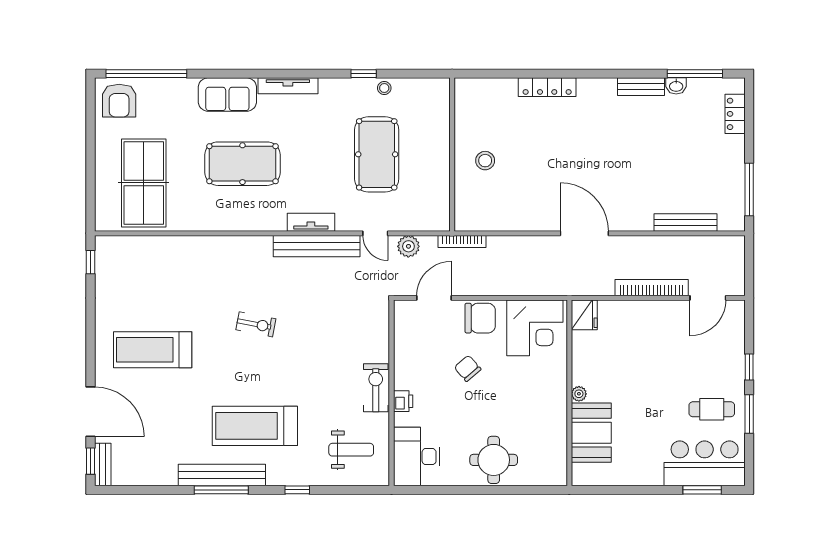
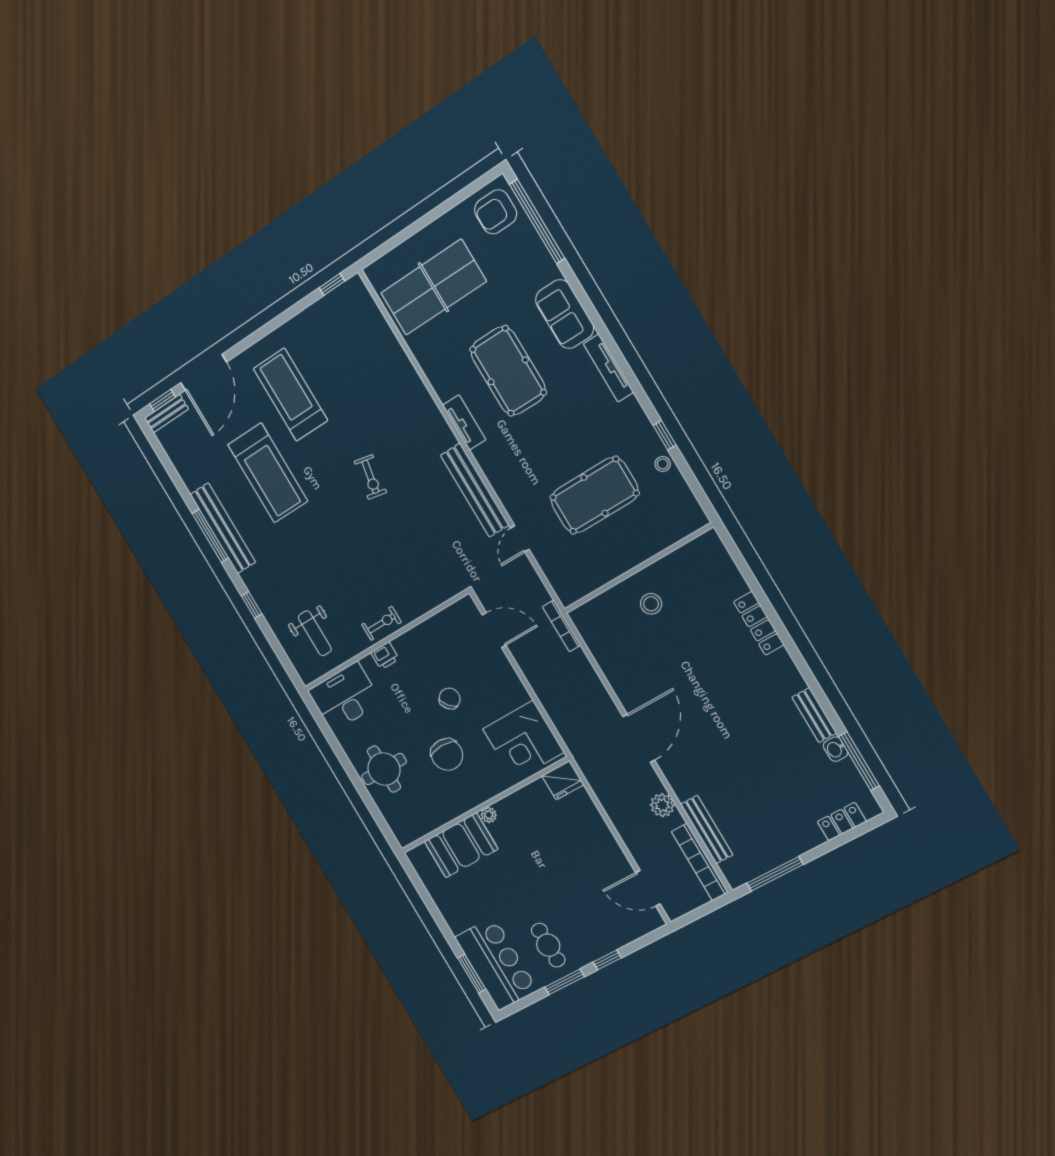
tv unit: (311, 222) -> (464, 422), moved
plant: (408, 246) -> (662, 805), moved
bookcase: (652, 288) -> (700, 862), moved, turned 180
chair: (480, 318) -> (447, 755), moved
exercise bike: (376, 388) -> (381, 623), width x0.73, depth x0.72
treadmill: (255, 426) -> (268, 473), moved, turned 180

